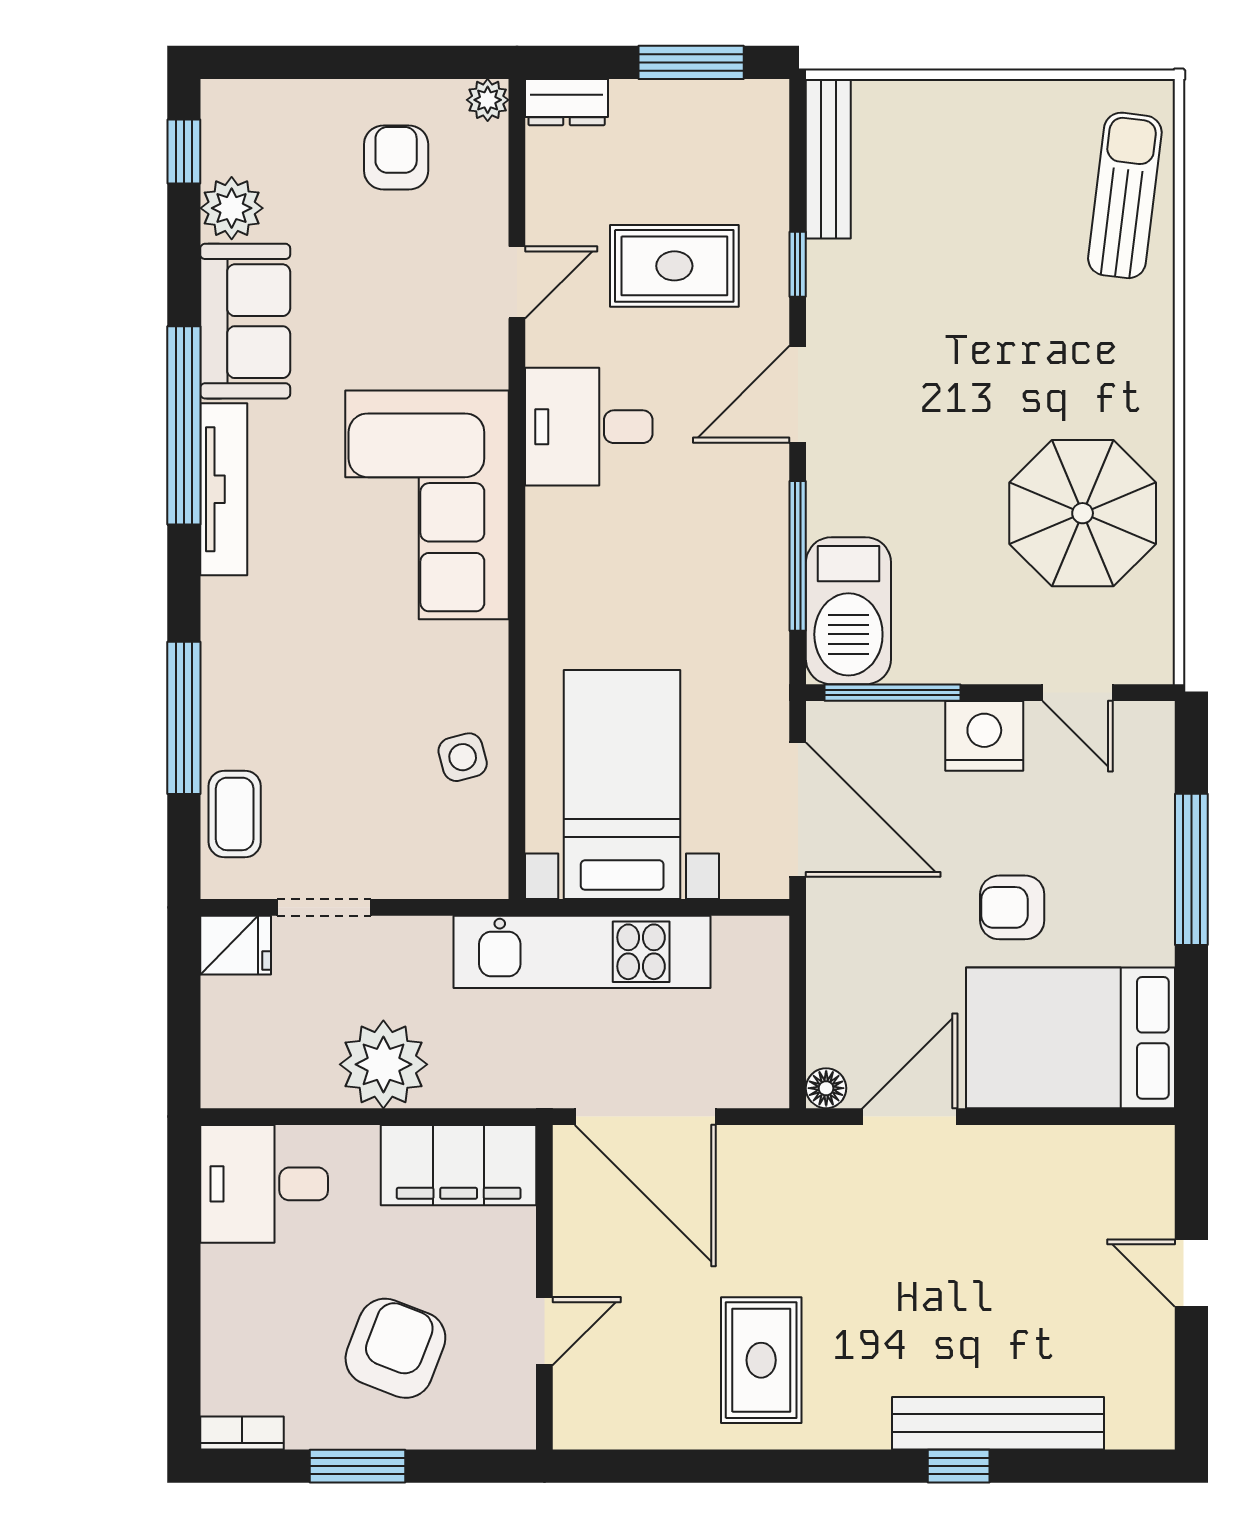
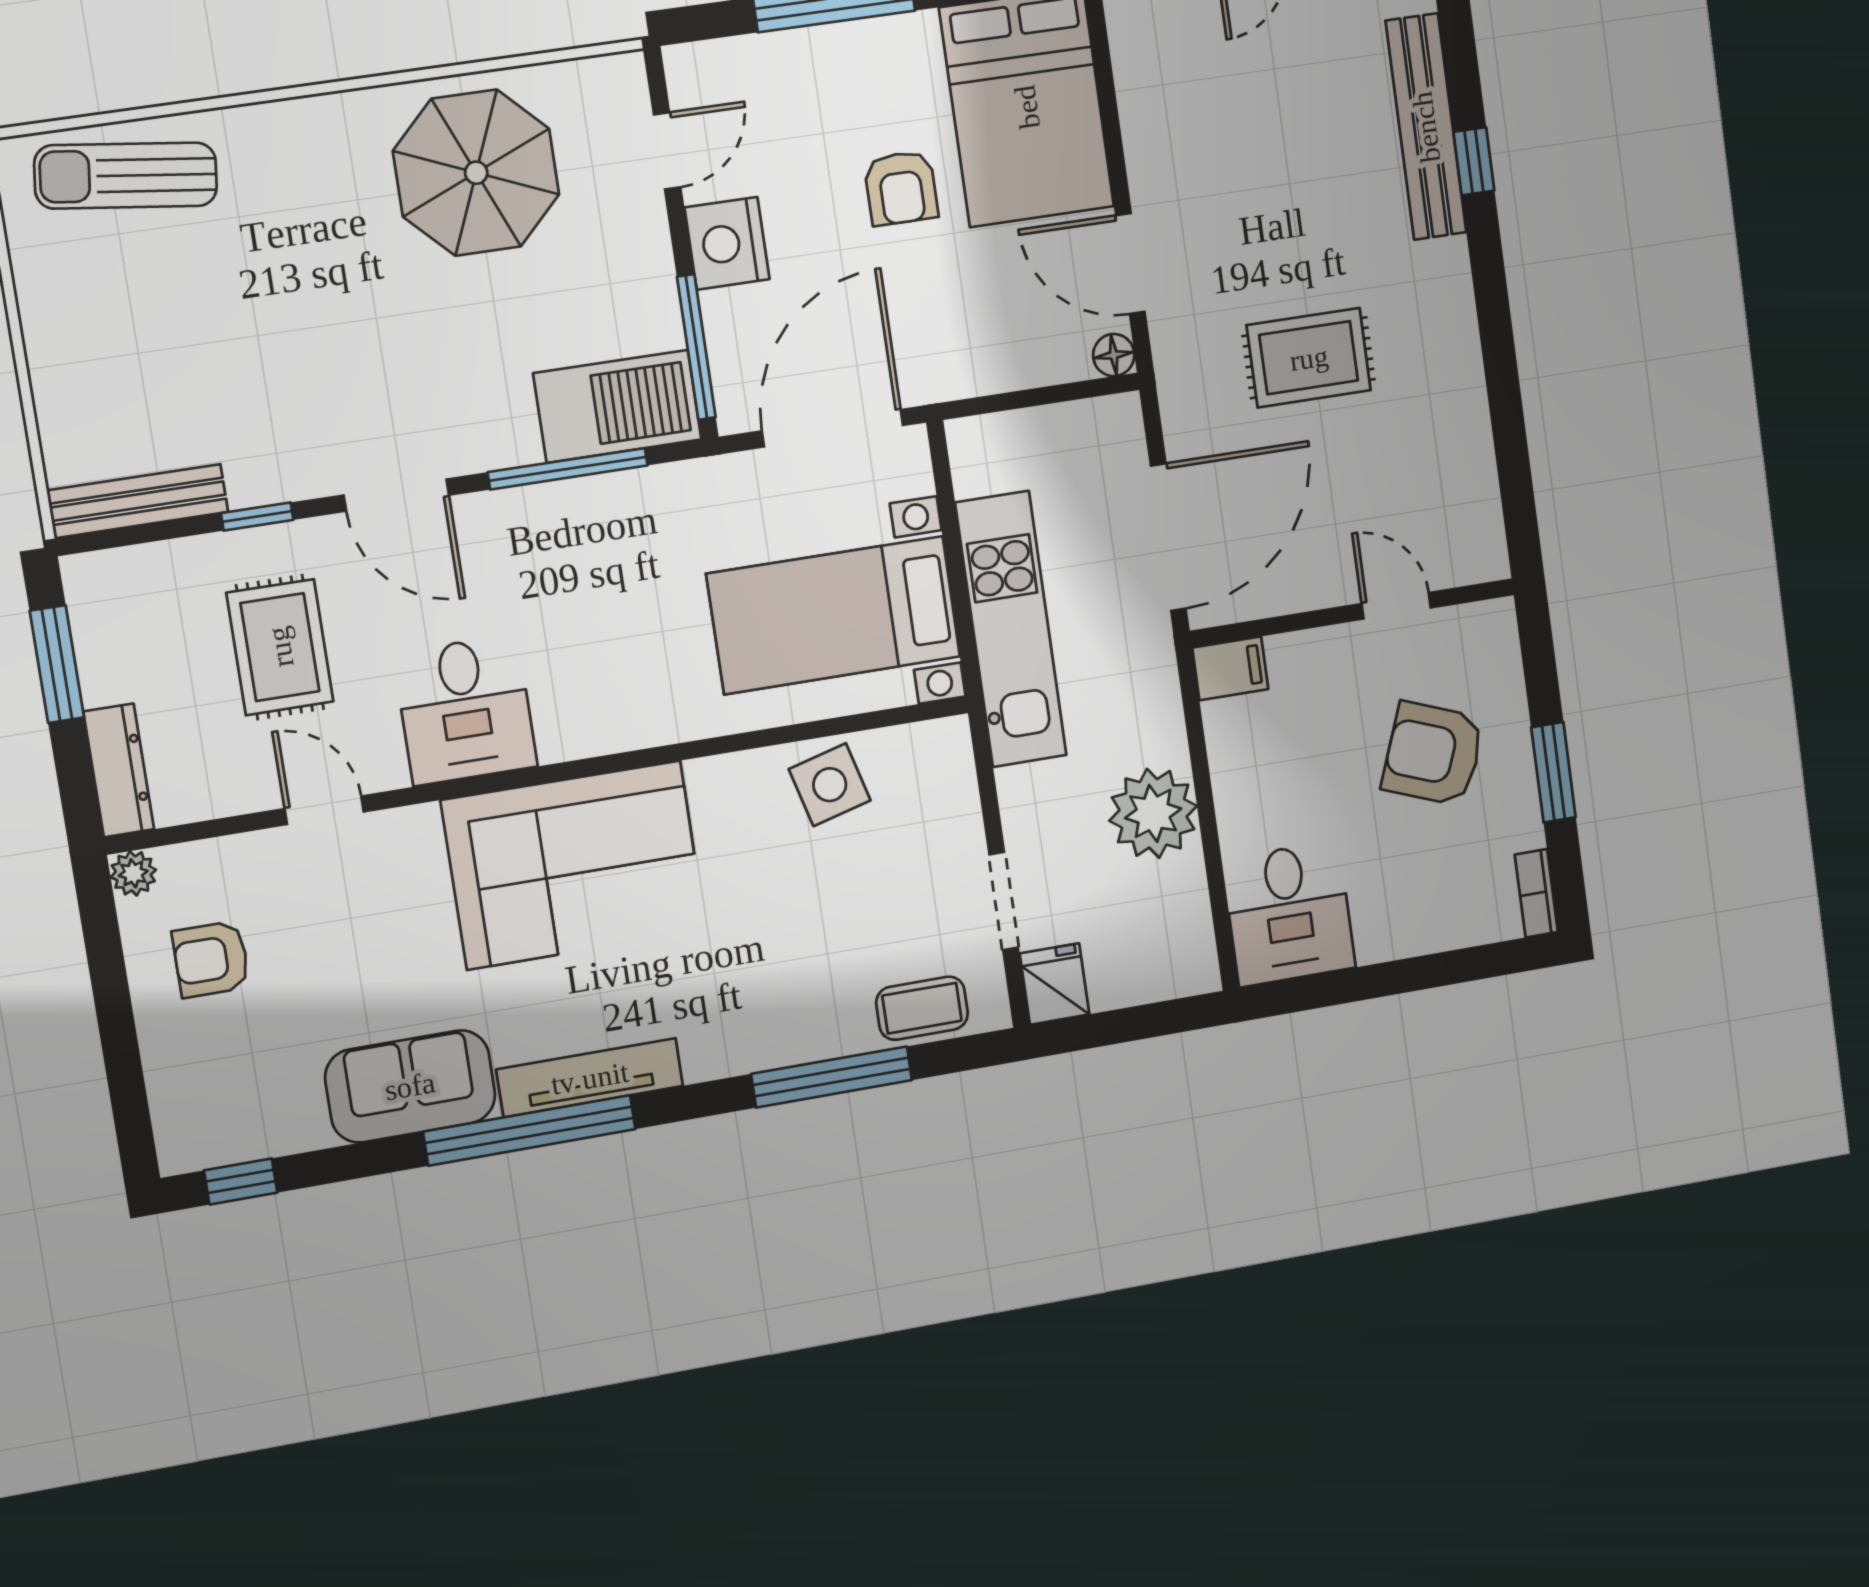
dresser: (567, 102) -> (119, 770), width x1.44
plant: (232, 208) -> (293, 1121), removed
side table: (463, 757) -> (830, 785), width x1.37, depth x1.37
filing cabinet: (459, 1165) -> (1230, 668), width x0.33, depth x0.86
rug: (761, 1360) -> (1309, 358), moved

